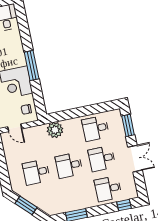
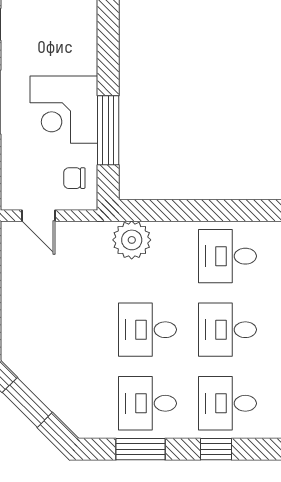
window: (32, 66) -> (108, 130), moved
desk: (36, 172) -> (147, 403), moved
window: (124, 205) -> (216, 449), moved

